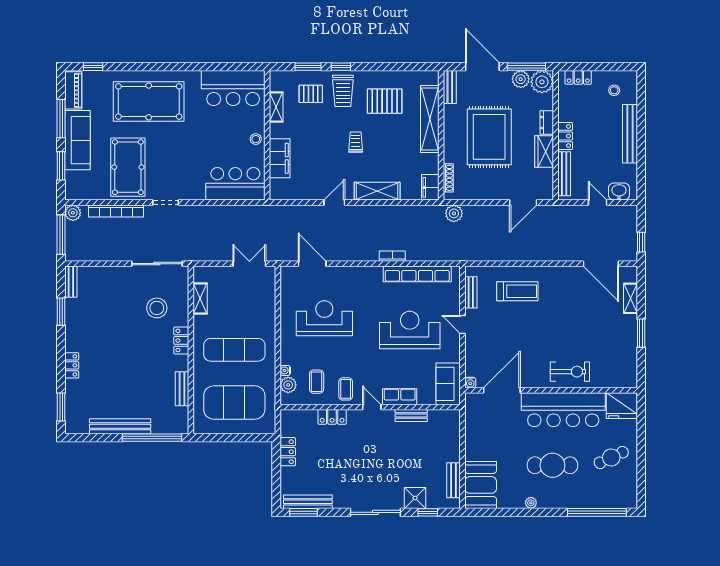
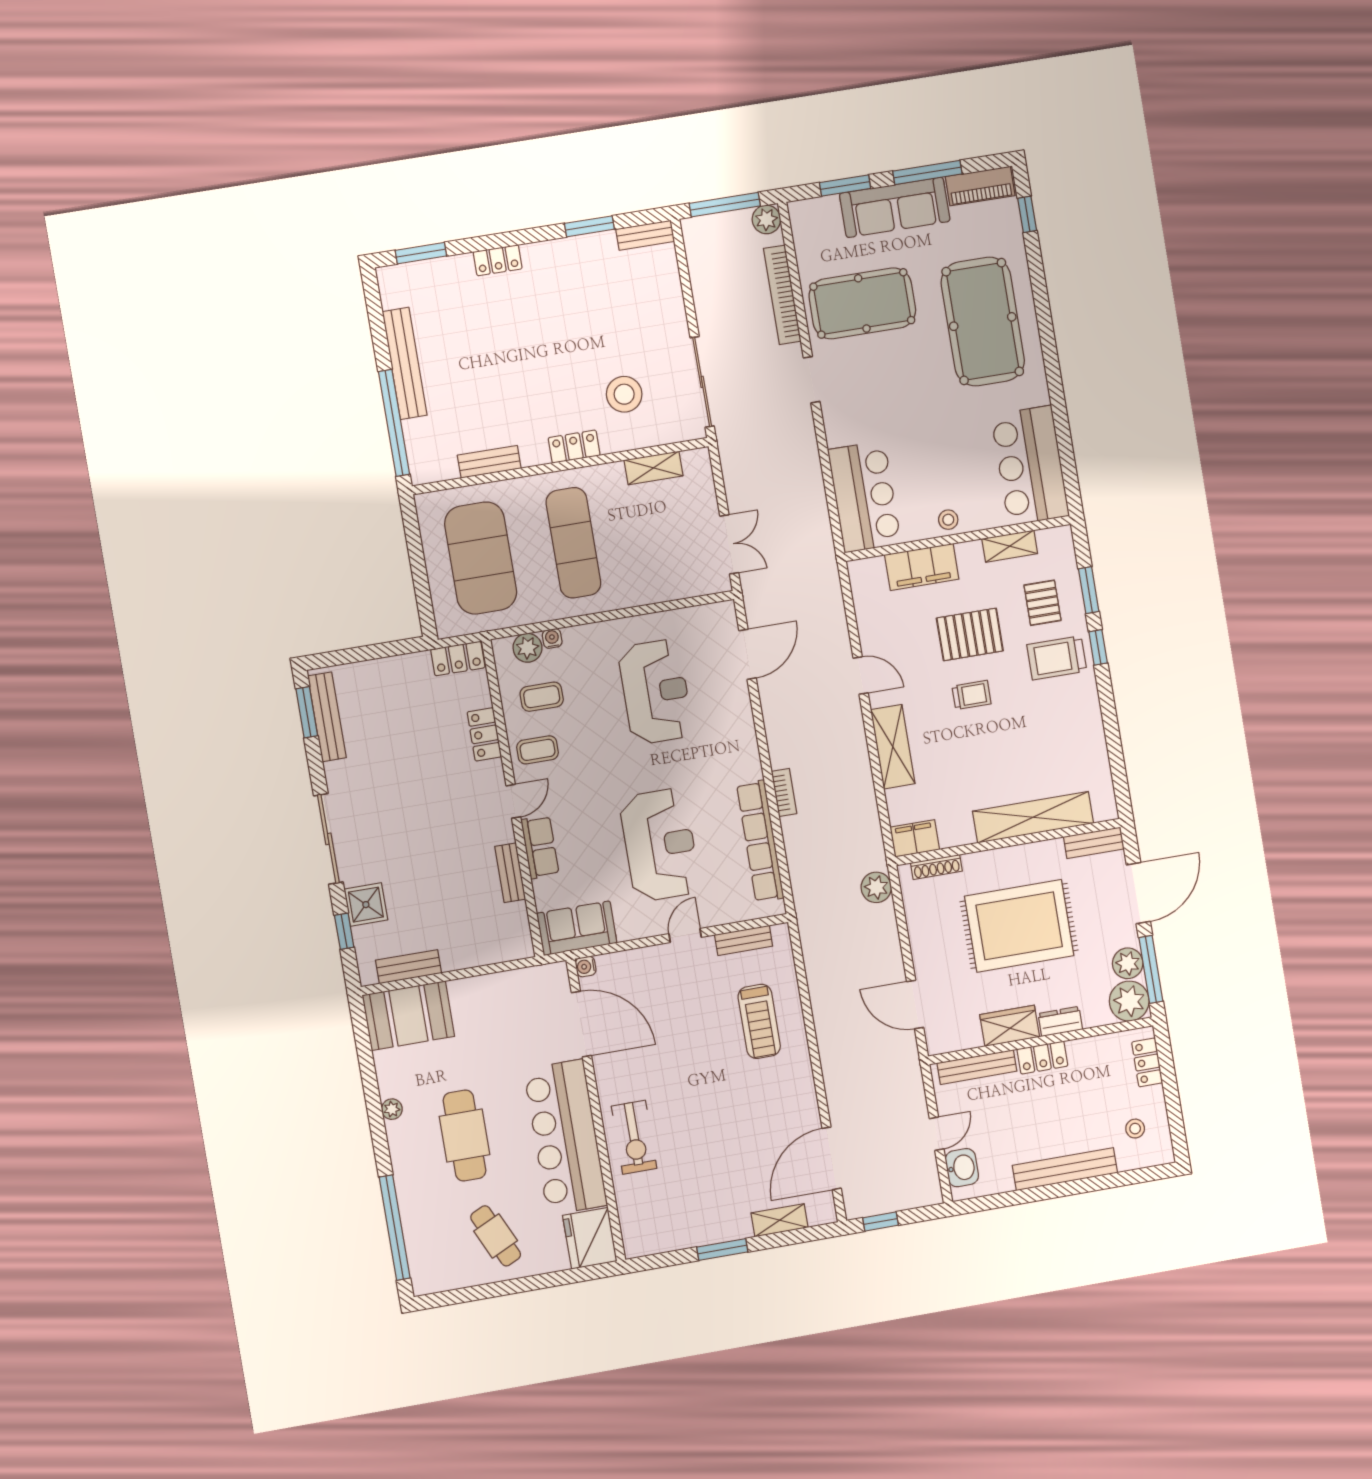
pallet: (385, 101) -> (970, 634), moved, turned 90
locker: (288, 452) -> (458, 658), moved

